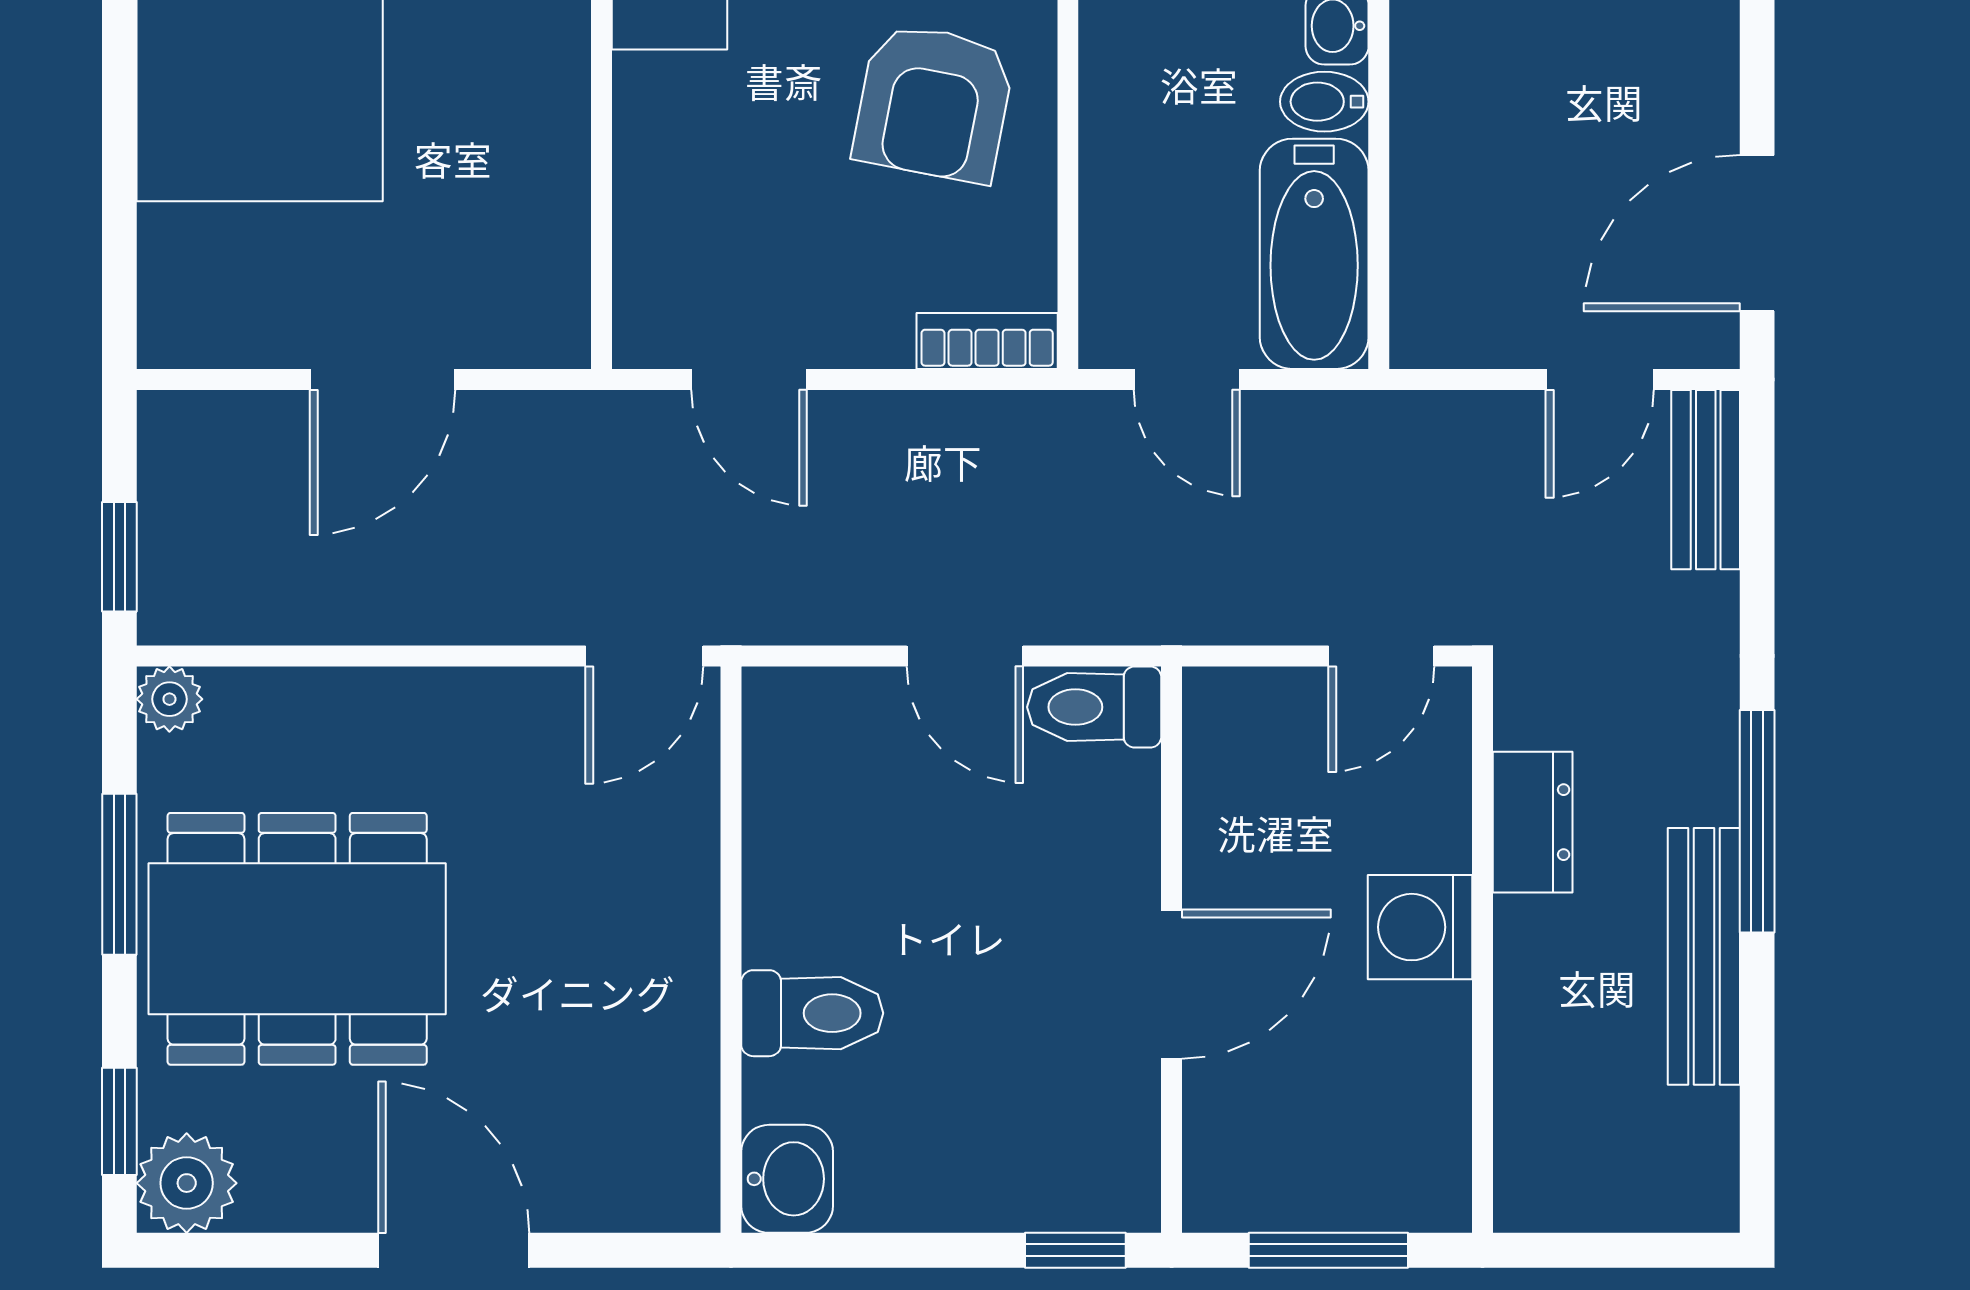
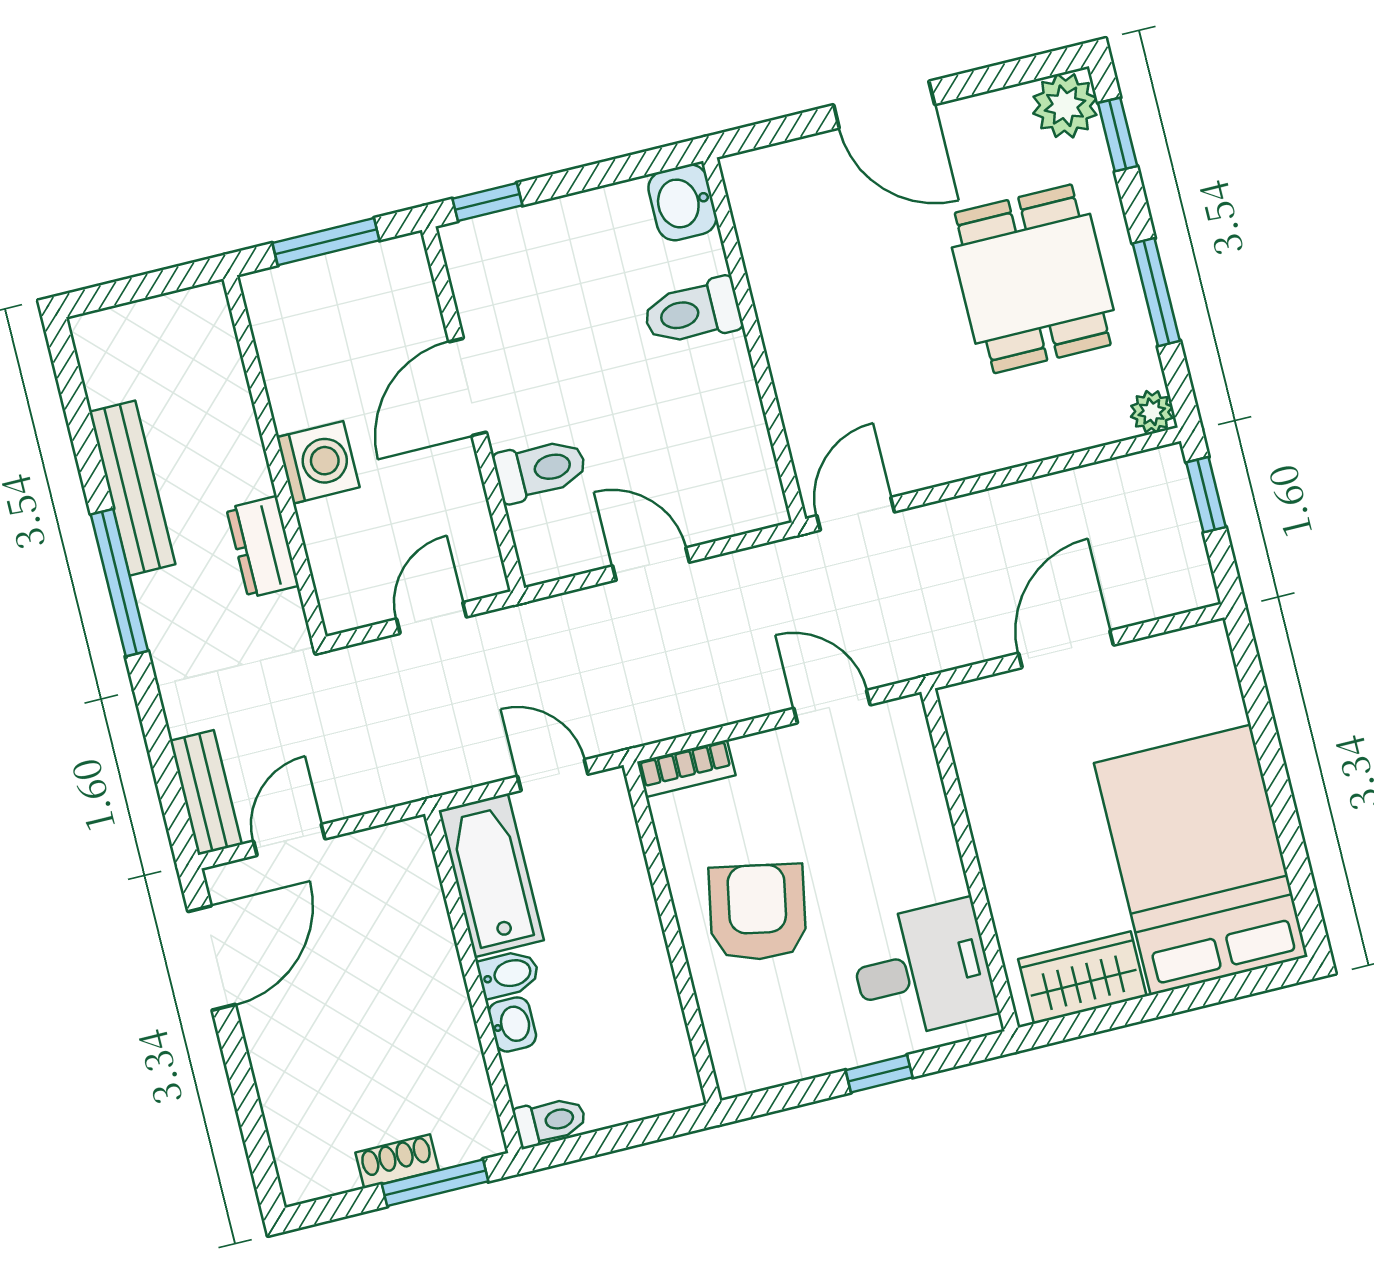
door: (1381, 656) -> (431, 618), moved
toilet: (1094, 707) -> (540, 470), moved
dining table: (297, 939) -> (1033, 279), width x0.73

